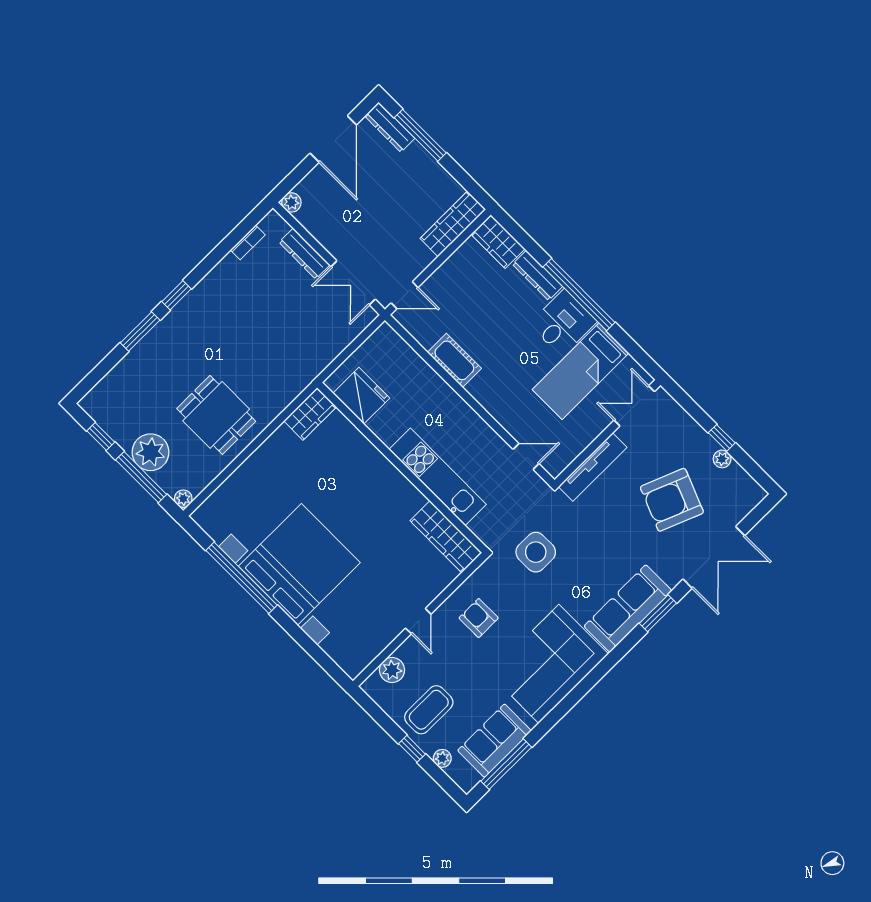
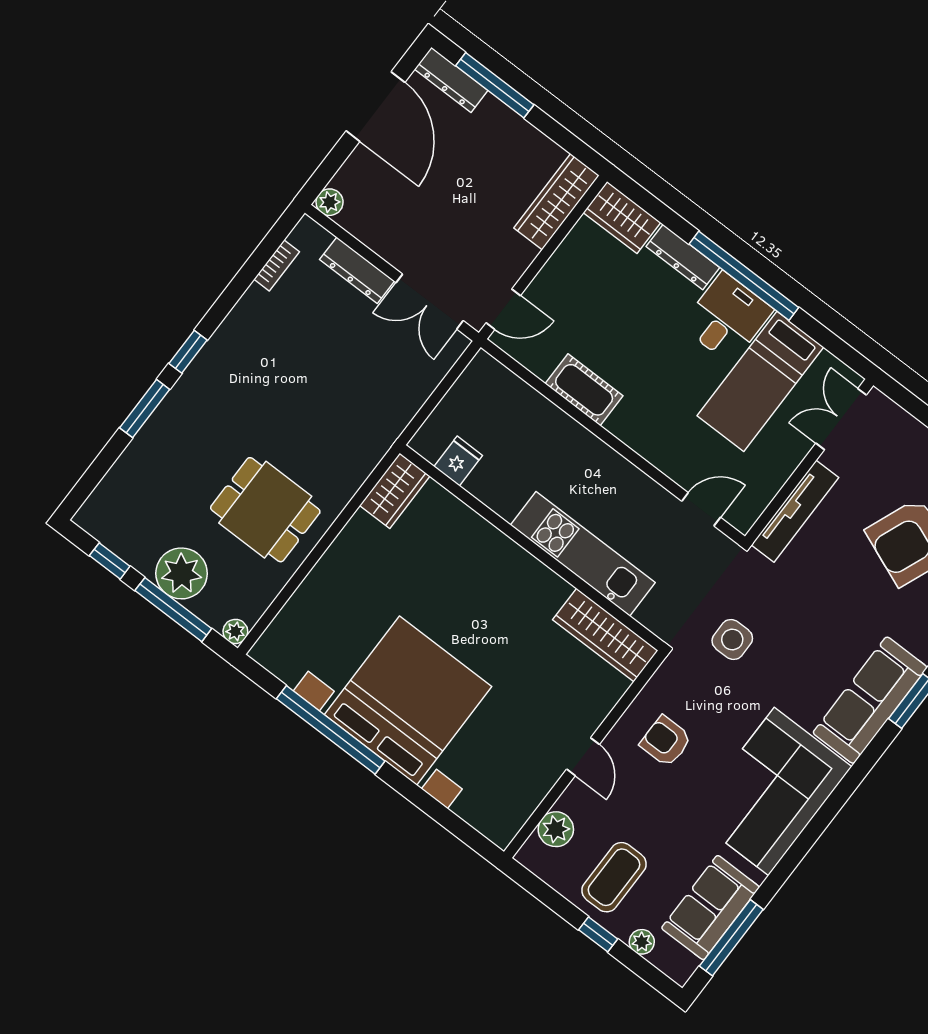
fridge: (361, 396) -> (458, 461), width x0.53, depth x0.75
side table: (536, 552) -> (732, 639), width x0.73, depth x0.73

